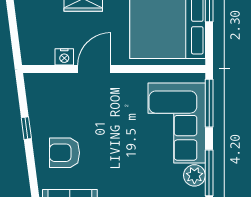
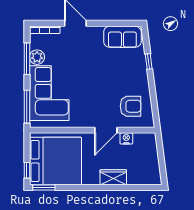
window: (26, 128) -> (149, 62), moved
armchair: (64, 153) -> (130, 106), moved

